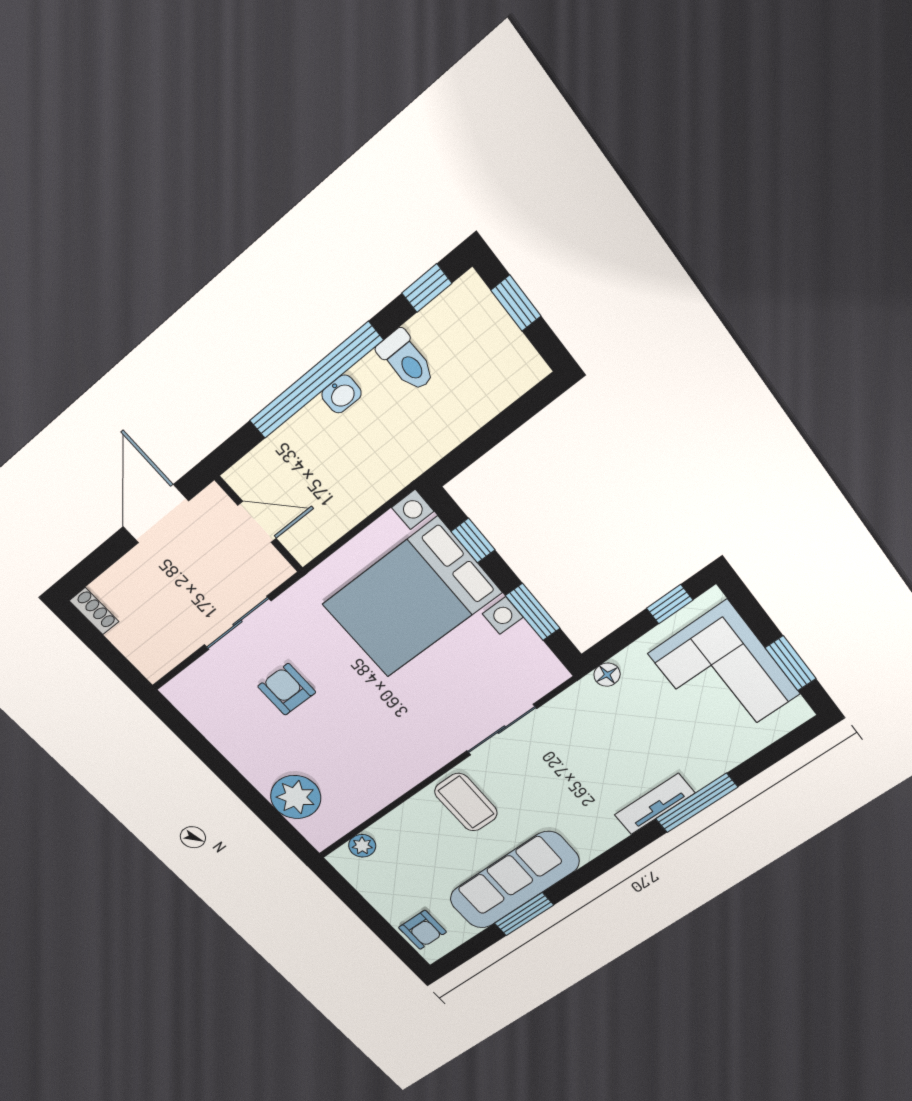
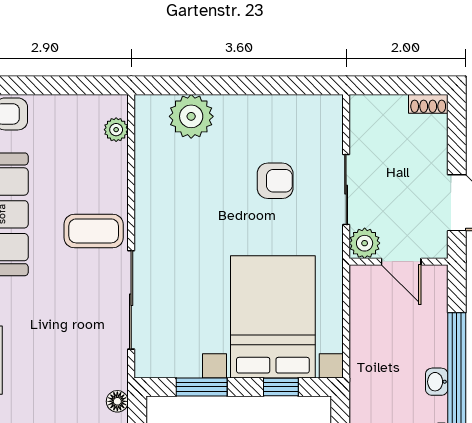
door: (257, 522) -> (401, 262), hinge flipped
plant: (271, 569) -> (365, 243), added
sliding door: (502, 730) -> (131, 300), width x1.37

